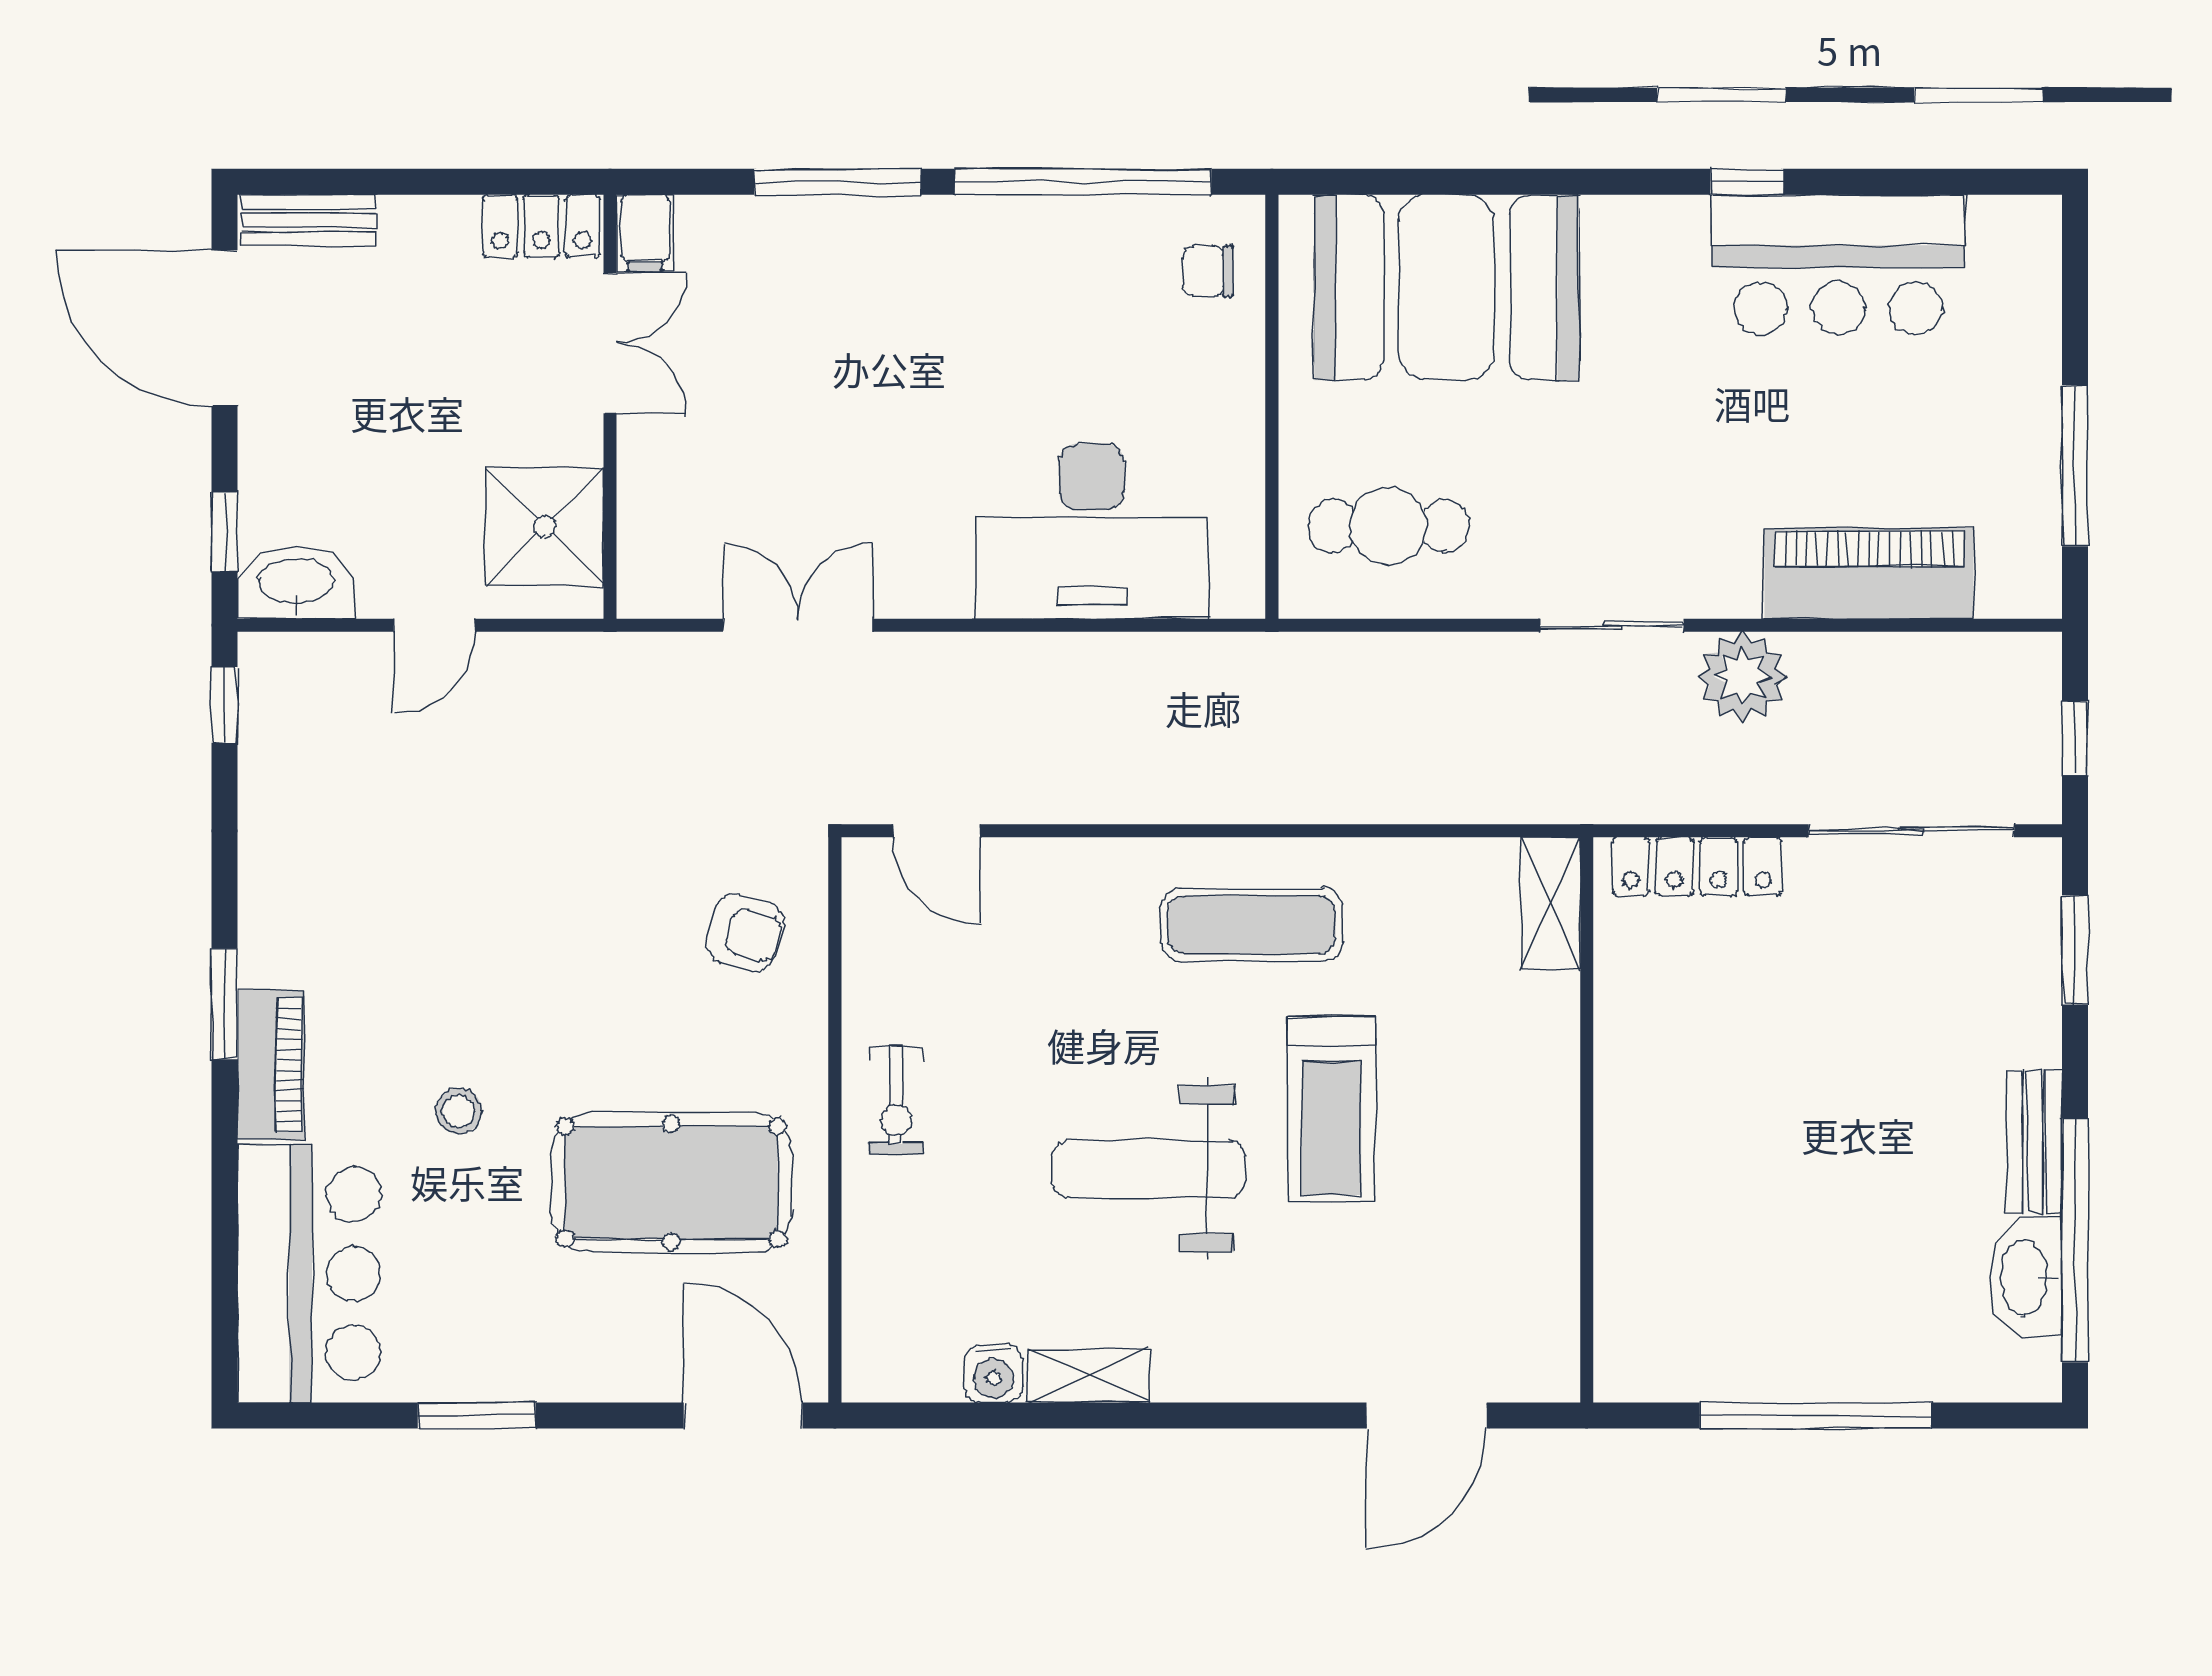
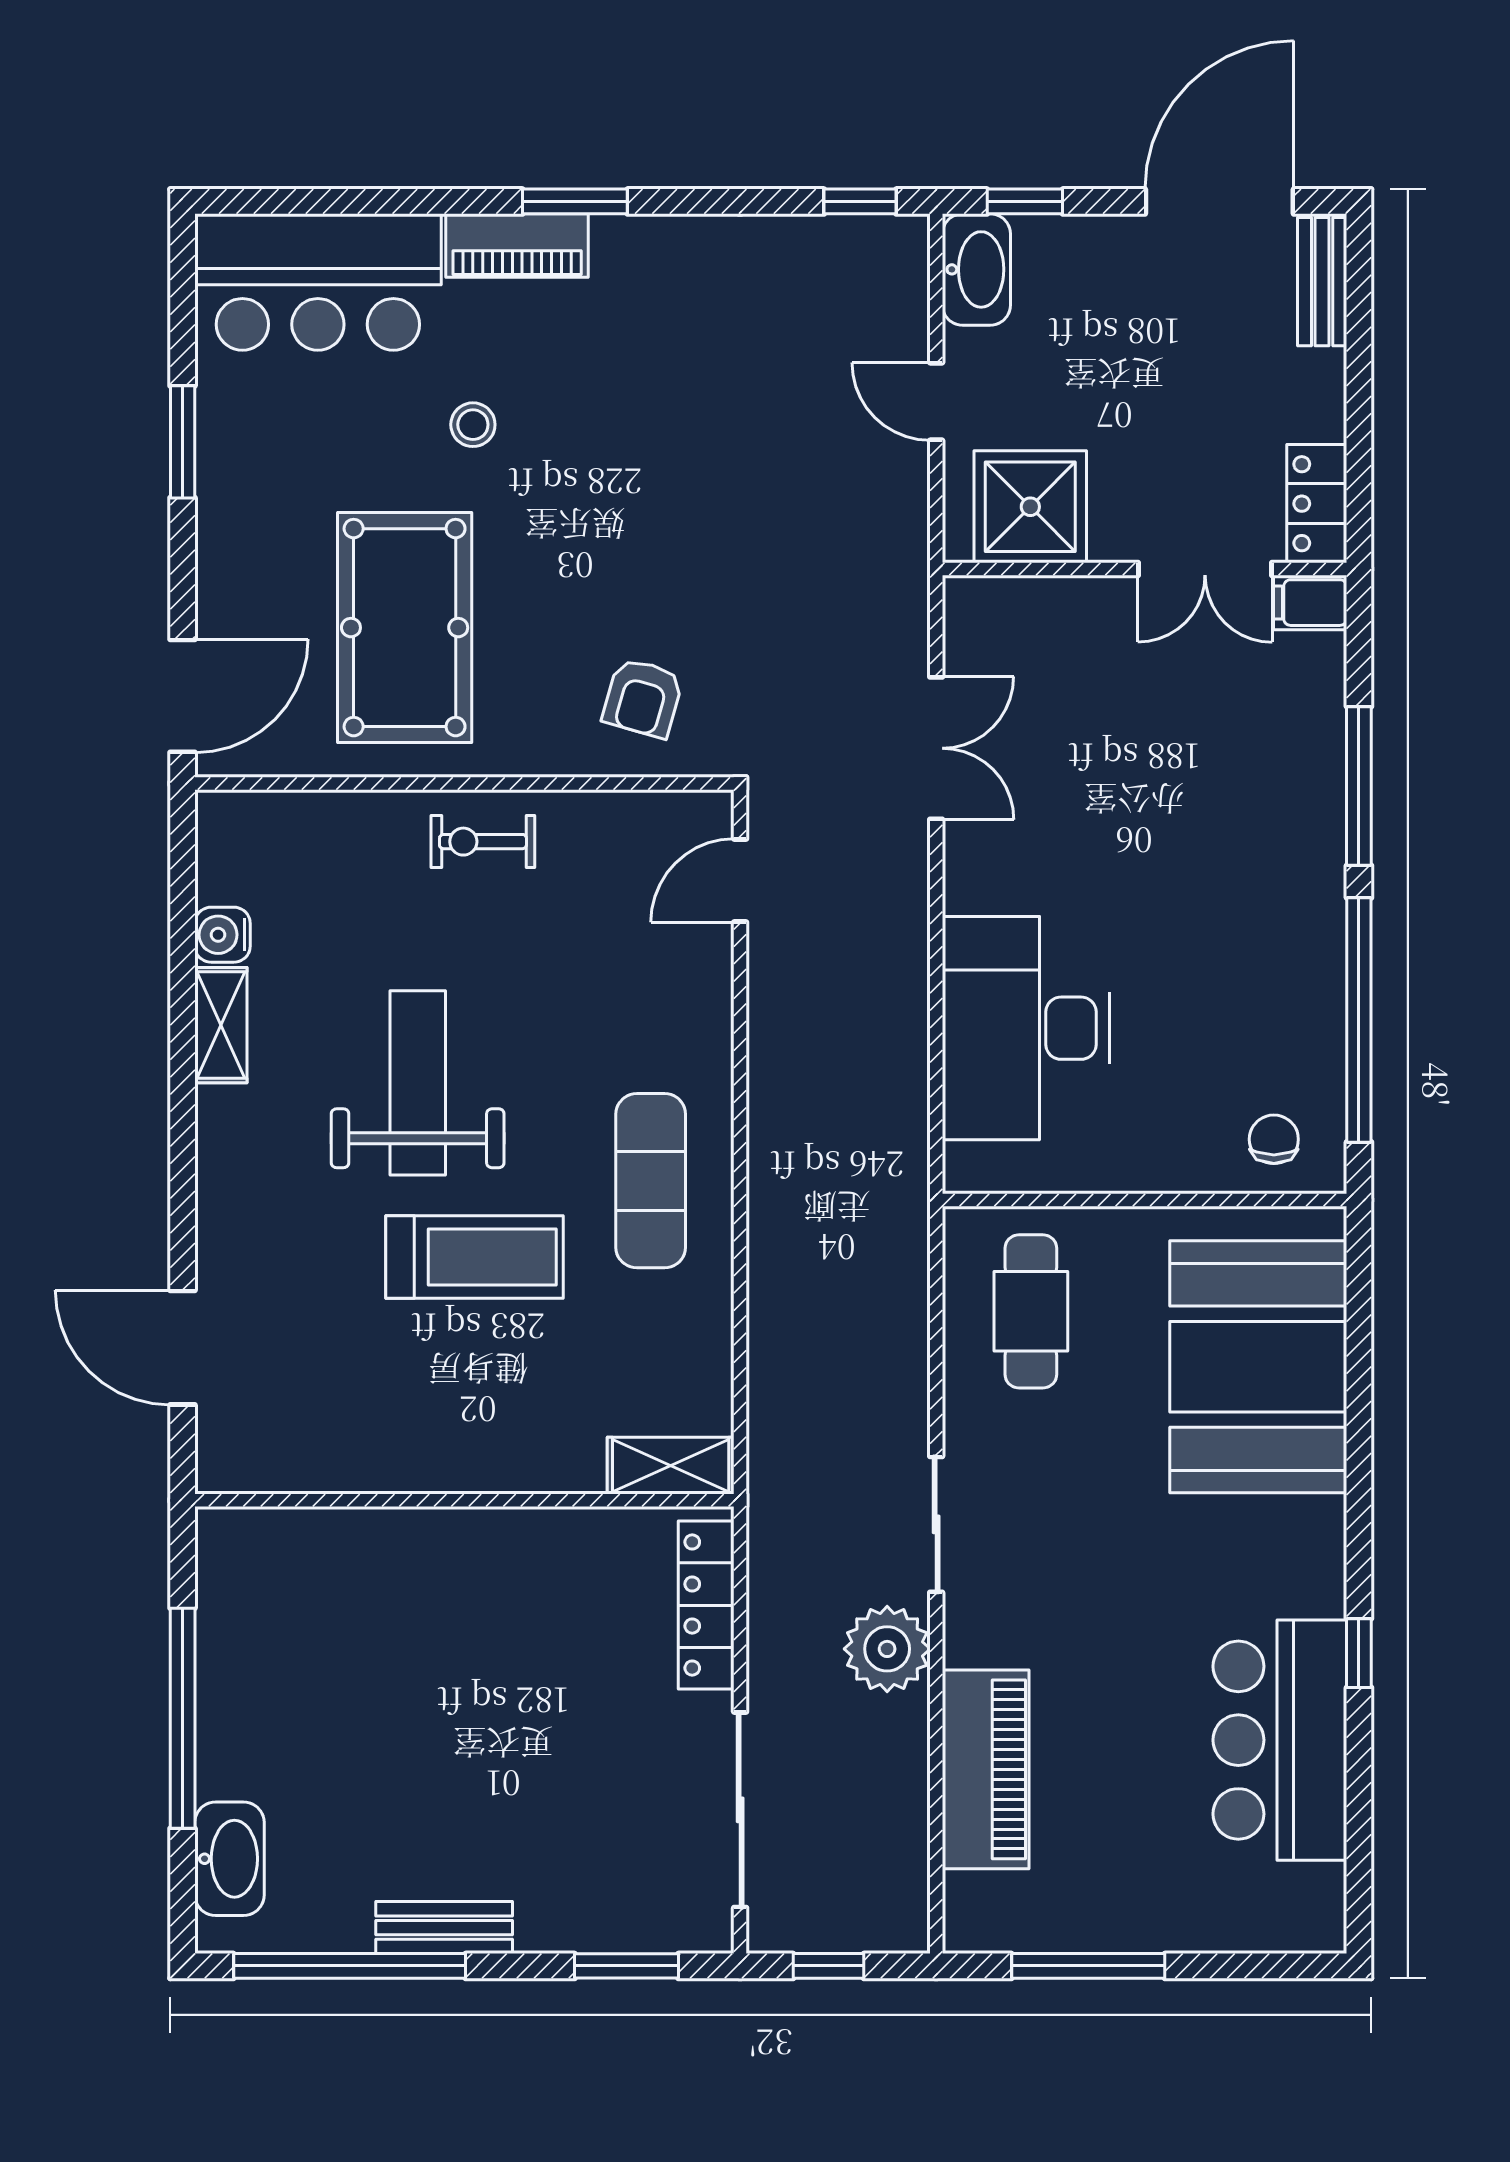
treadmill: (1332, 1109) -> (475, 1257), turned 180
washbasin: (2026, 1278) -> (230, 1859), moved, turned 90

